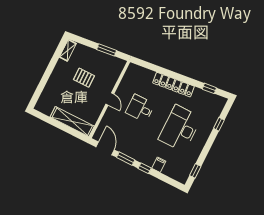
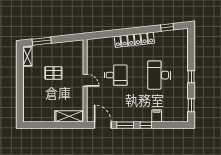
window: (107, 50) -> (42, 41), moved
desk: (140, 108) -> (116, 75), turned 180
shelving: (72, 122) -> (69, 116), width x0.68
window: (219, 124) -> (191, 77), moved
desk: (180, 128) -> (159, 75), width x0.73, depth x0.77

